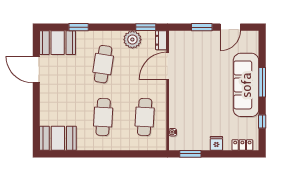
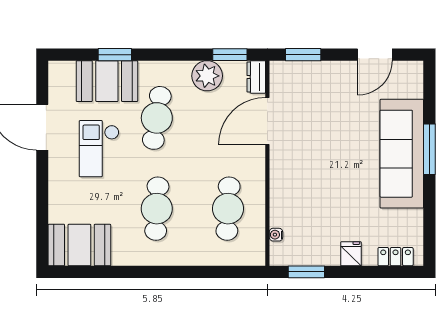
window: (202, 27) -> (303, 55), moved
booth: (58, 43) -> (107, 81), moved
checkout: (69, 82) -> (99, 149), added
window: (262, 122) -> (429, 216), removed

